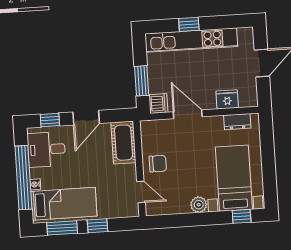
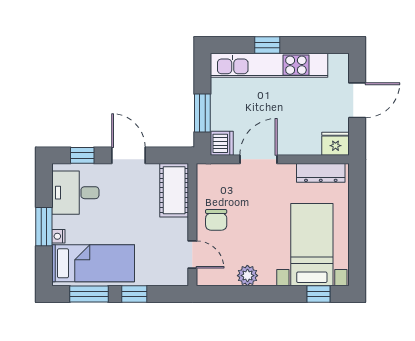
fridge: (227, 99) -> (335, 144), moved
door: (188, 114) -> (258, 159), hinge flipped
door: (86, 118) -> (129, 155), swing flipped
dresser: (237, 122) -> (321, 173), width x1.44
chair: (158, 164) -> (216, 220), turned 90
window: (23, 178) -> (44, 227), width x0.47
plant: (199, 205) -> (247, 276), moved

